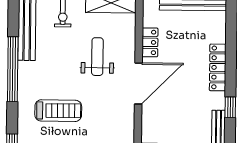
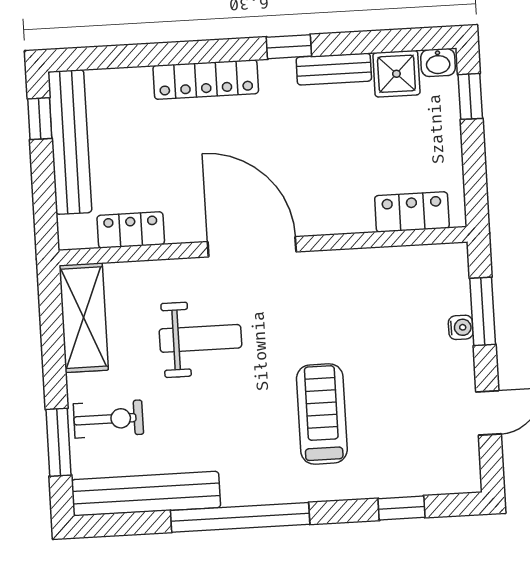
locker: (150, 42) -> (131, 230), moved
weight bench: (97, 57) -> (200, 338), turned 180

